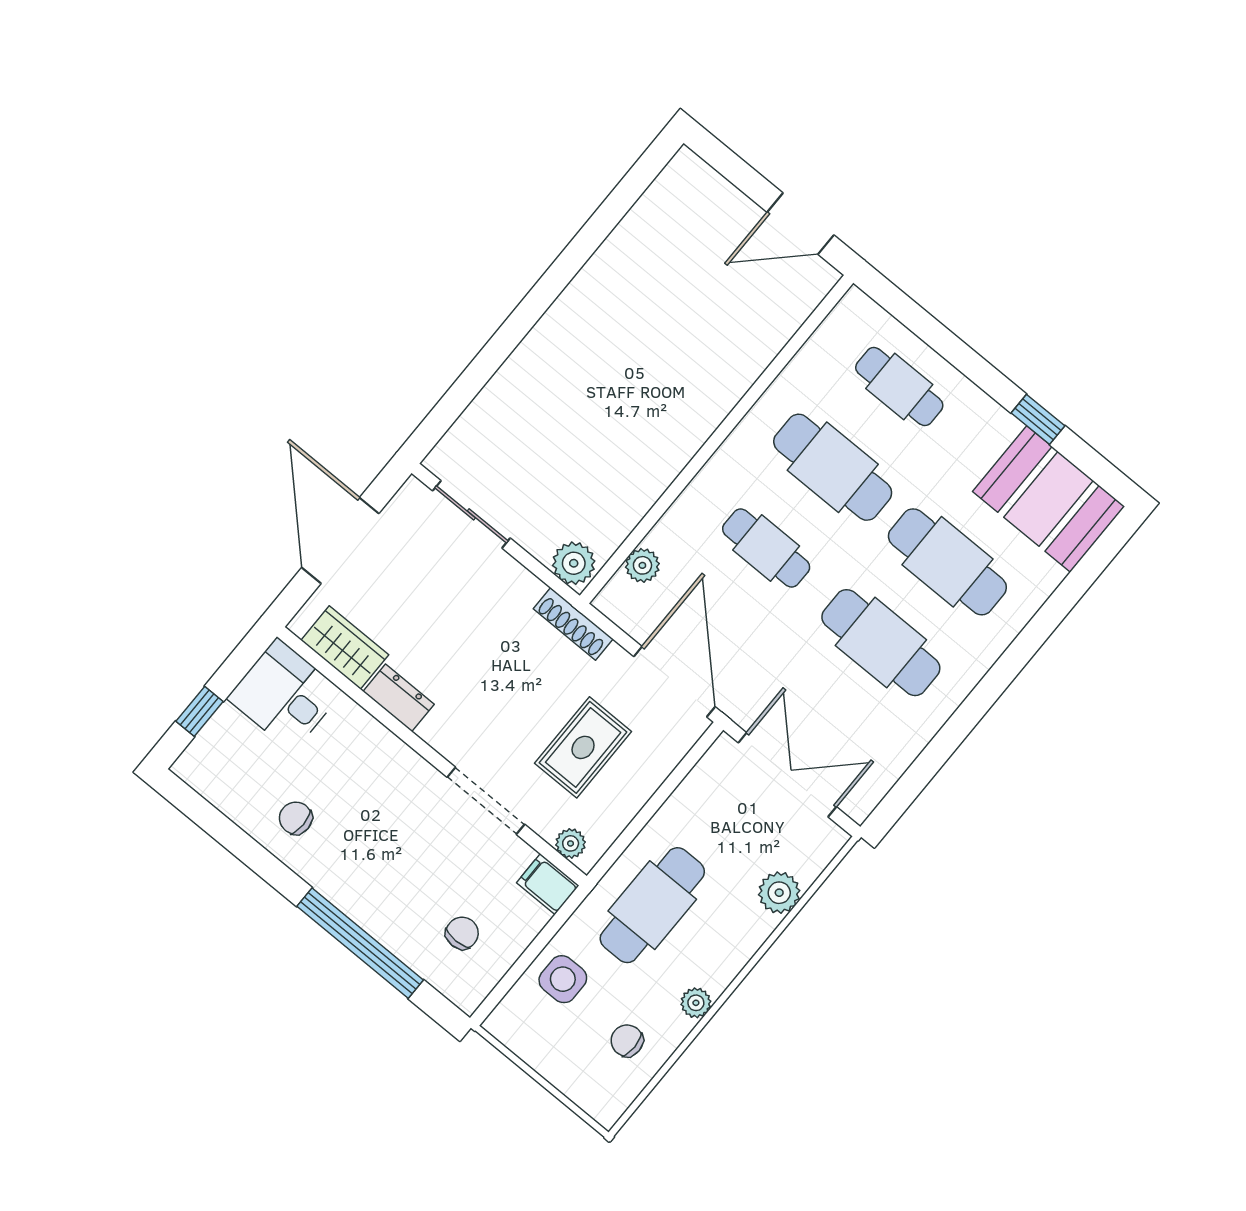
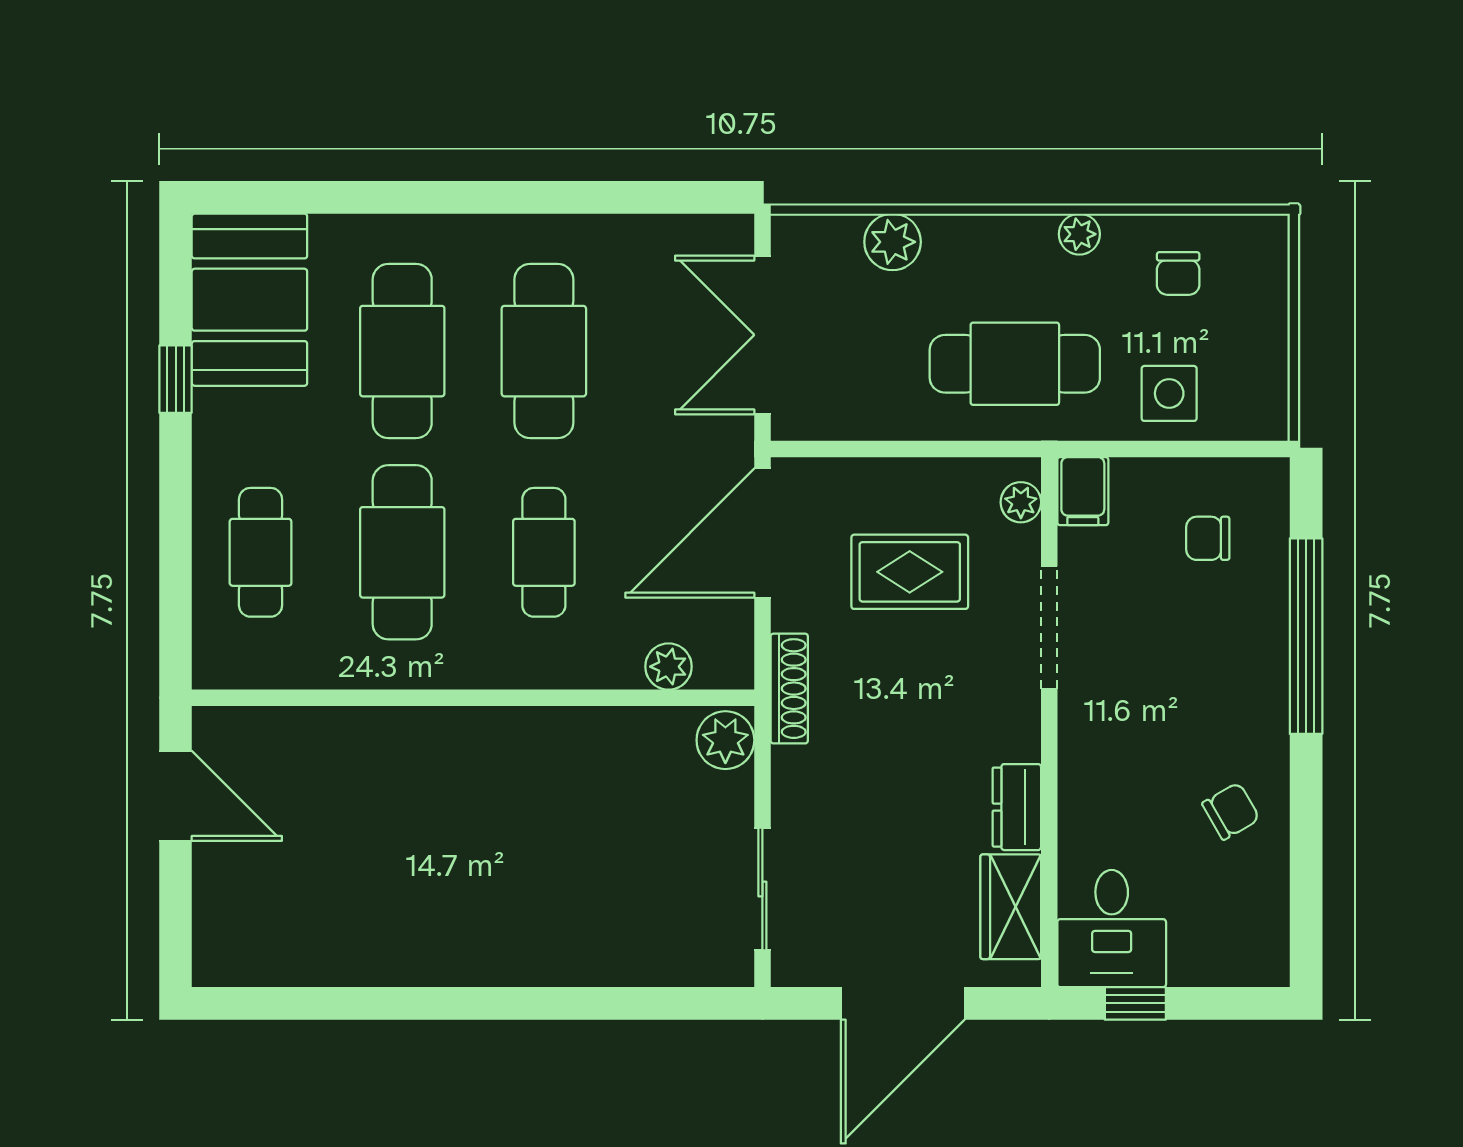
window: (199, 711) -> (1135, 1003), moved
chair: (296, 818) -> (1231, 811), turned -120

